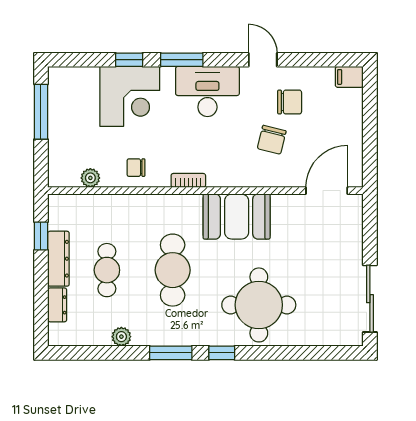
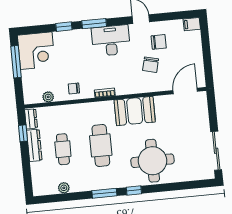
corner desk: (130, 96) -> (36, 51), moved
dresser: (57, 305) -> (31, 119), moved
plant: (121, 337) -> (64, 188), moved

